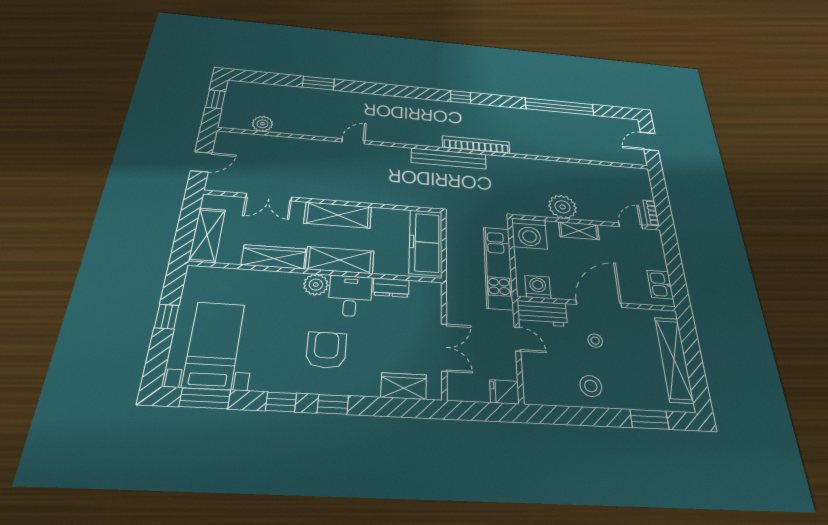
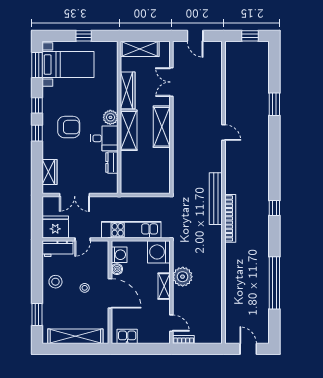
plant: (262, 124) -> (232, 70), removed
freezer: (426, 242) -> (146, 183), removed
boiler: (560, 292) -> (117, 269), added
workbench: (542, 313) -> (58, 249), moved, turned -90
fridge: (504, 392) -> (55, 227), width x1.88, depth x1.34

